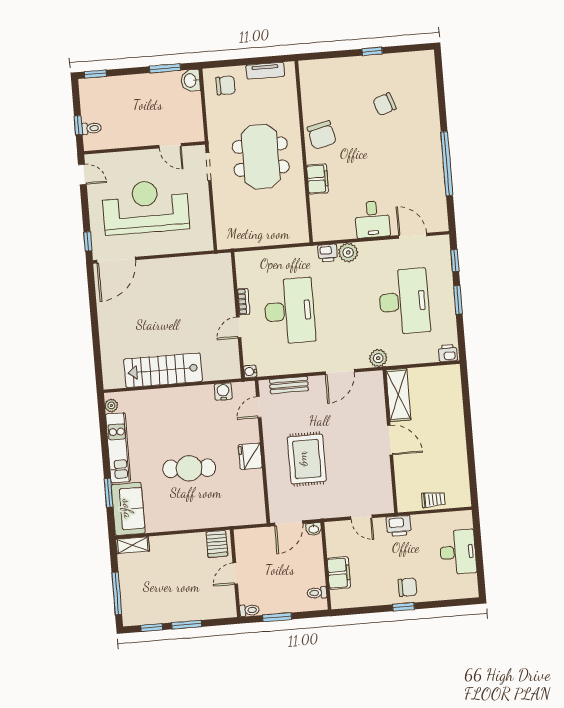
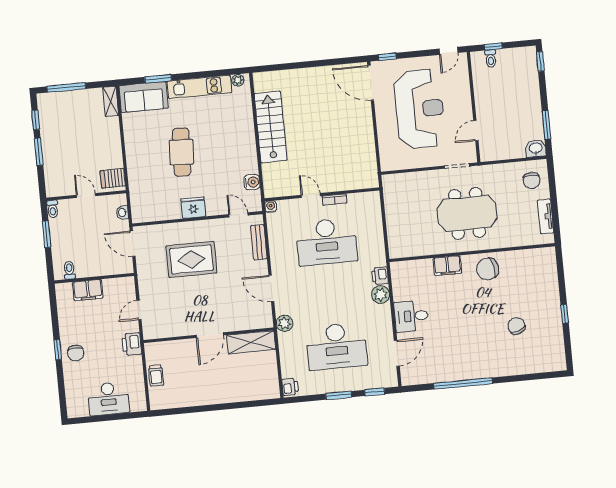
washbasin: (314, 529) -> (122, 213), moved

